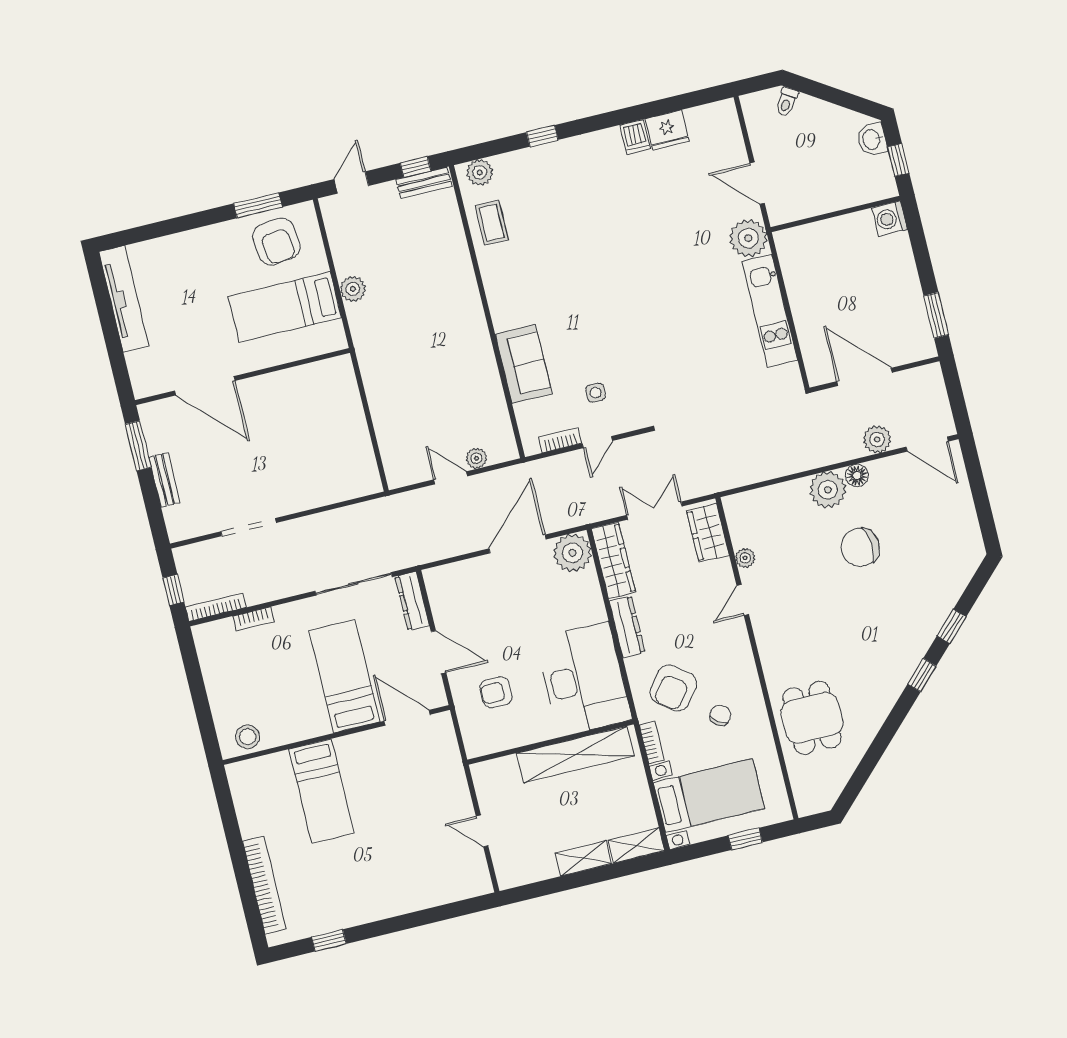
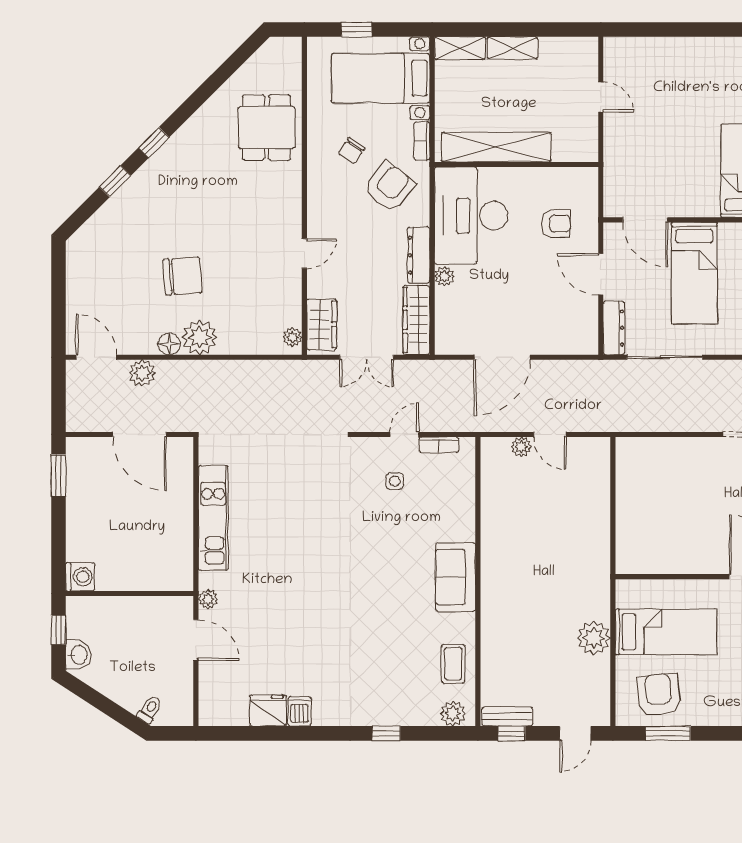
plant: (748, 238) -> (208, 599), width x0.53, depth x0.53
plant: (353, 289) -> (594, 638), width x1.36, depth x1.36
sofa: (524, 364) -> (456, 577), moved
plant: (572, 553) -> (444, 276), moved, width x0.53, depth x0.53
plant: (745, 558) -> (292, 337), moved

